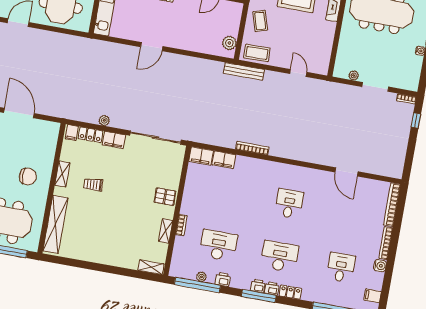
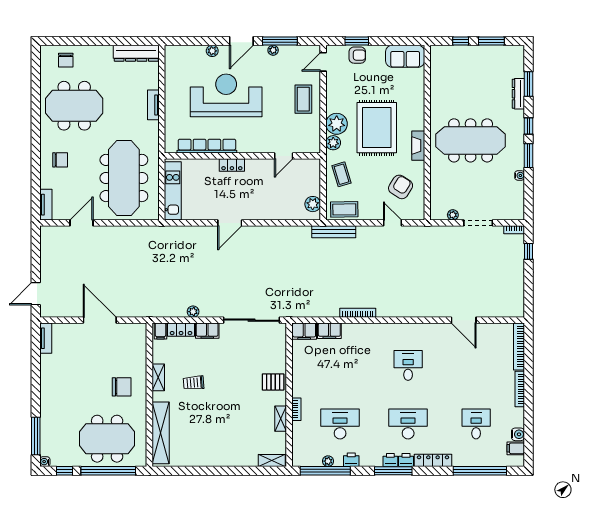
armchair: (311, 42) -> (401, 187), added
water cooler: (380, 266) -> (518, 434), moved
locker: (290, 292) -> (433, 460), width x1.53

